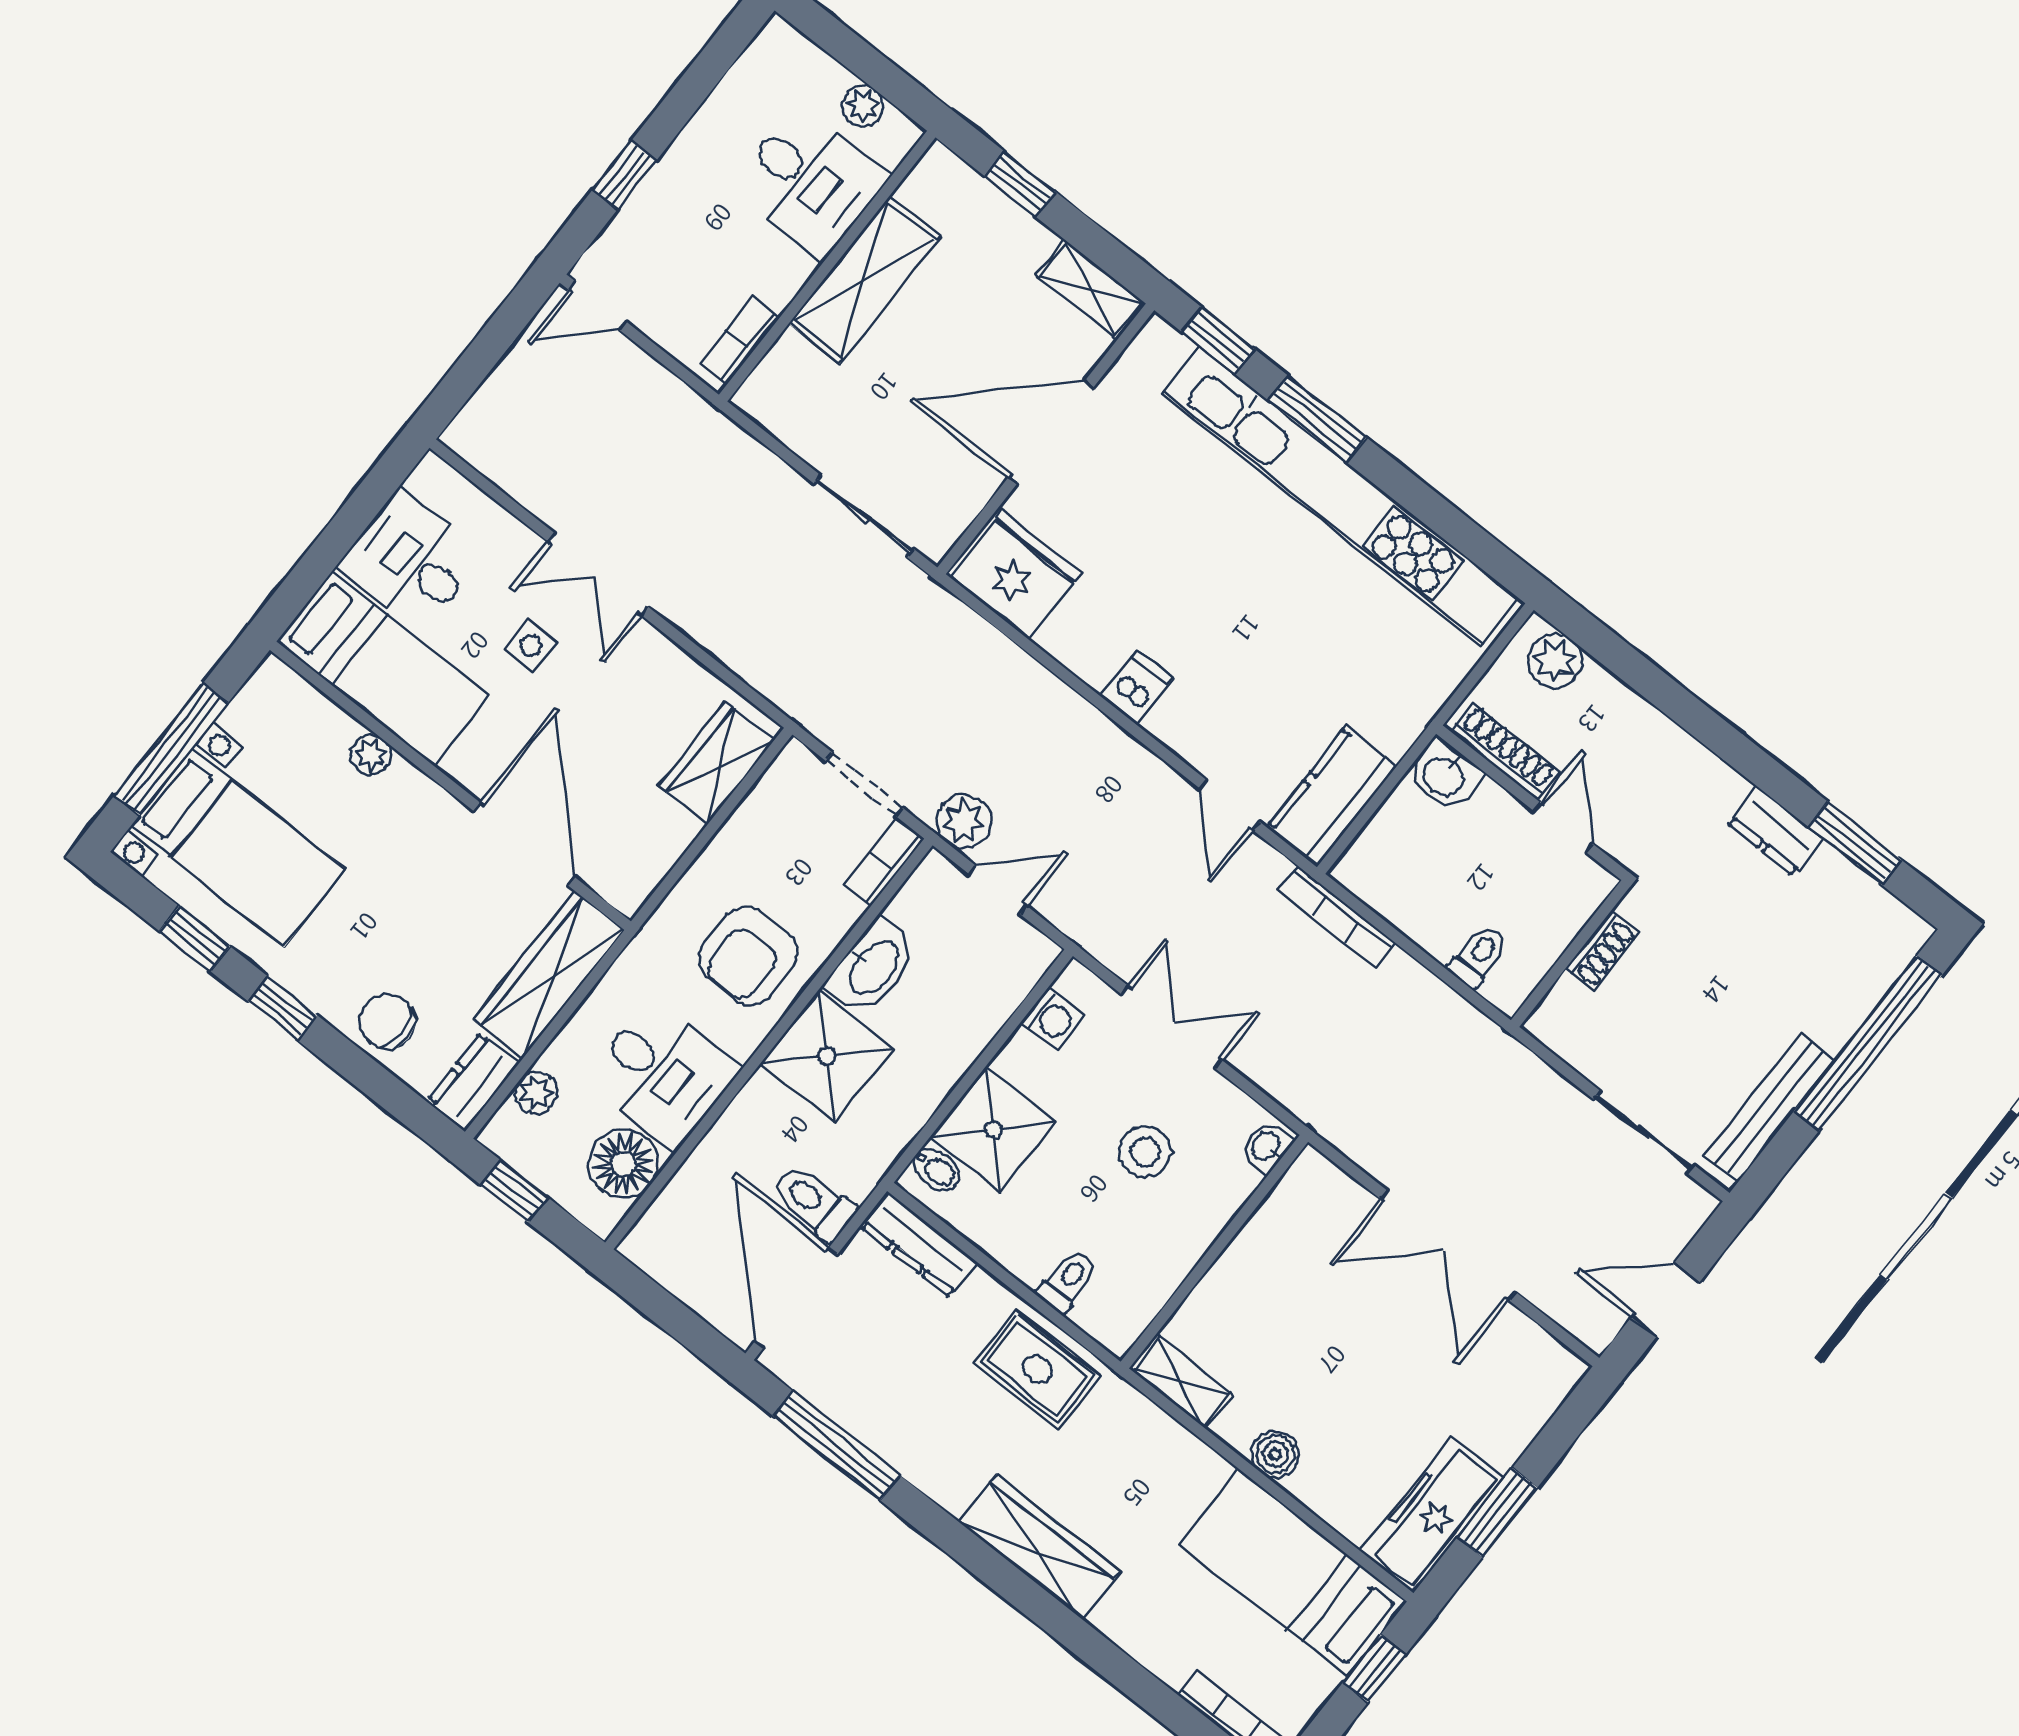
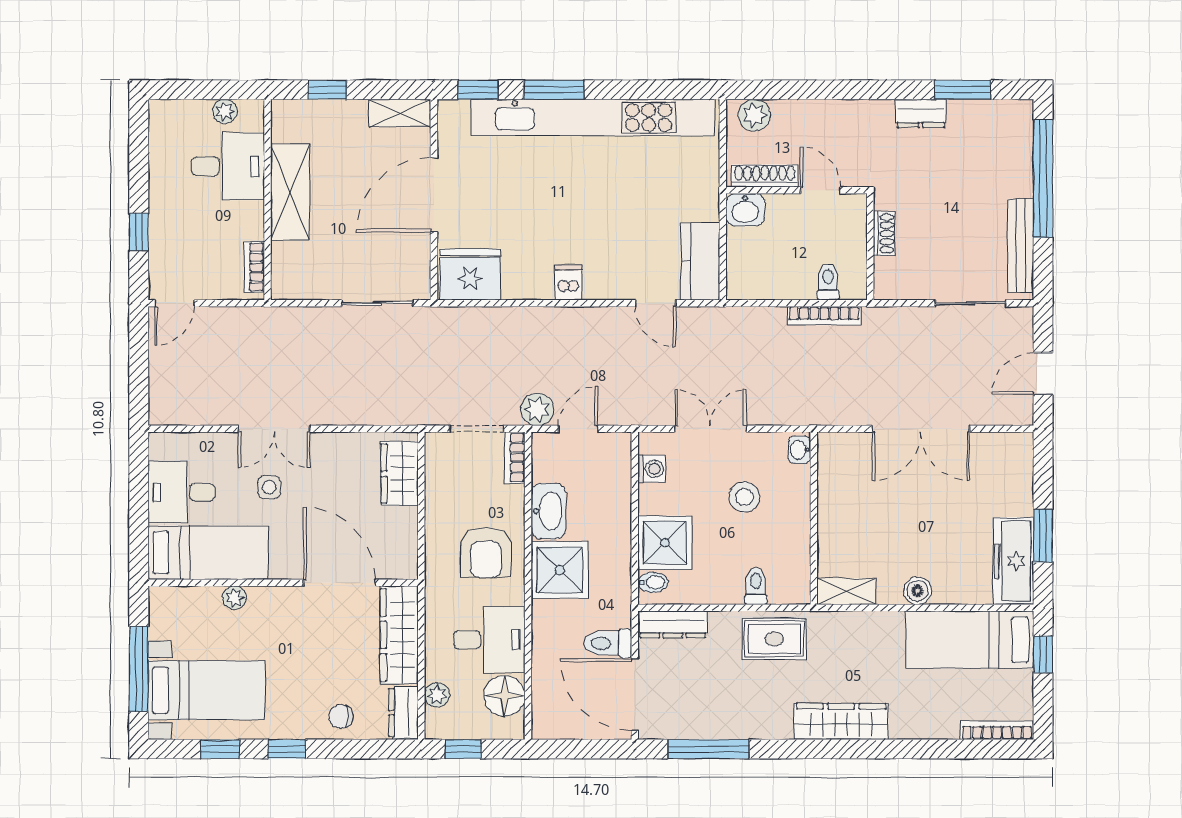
bookcase: (1337, 917) -> (824, 316), moved
chair: (387, 1021) -> (341, 717), width x0.73, depth x0.73

